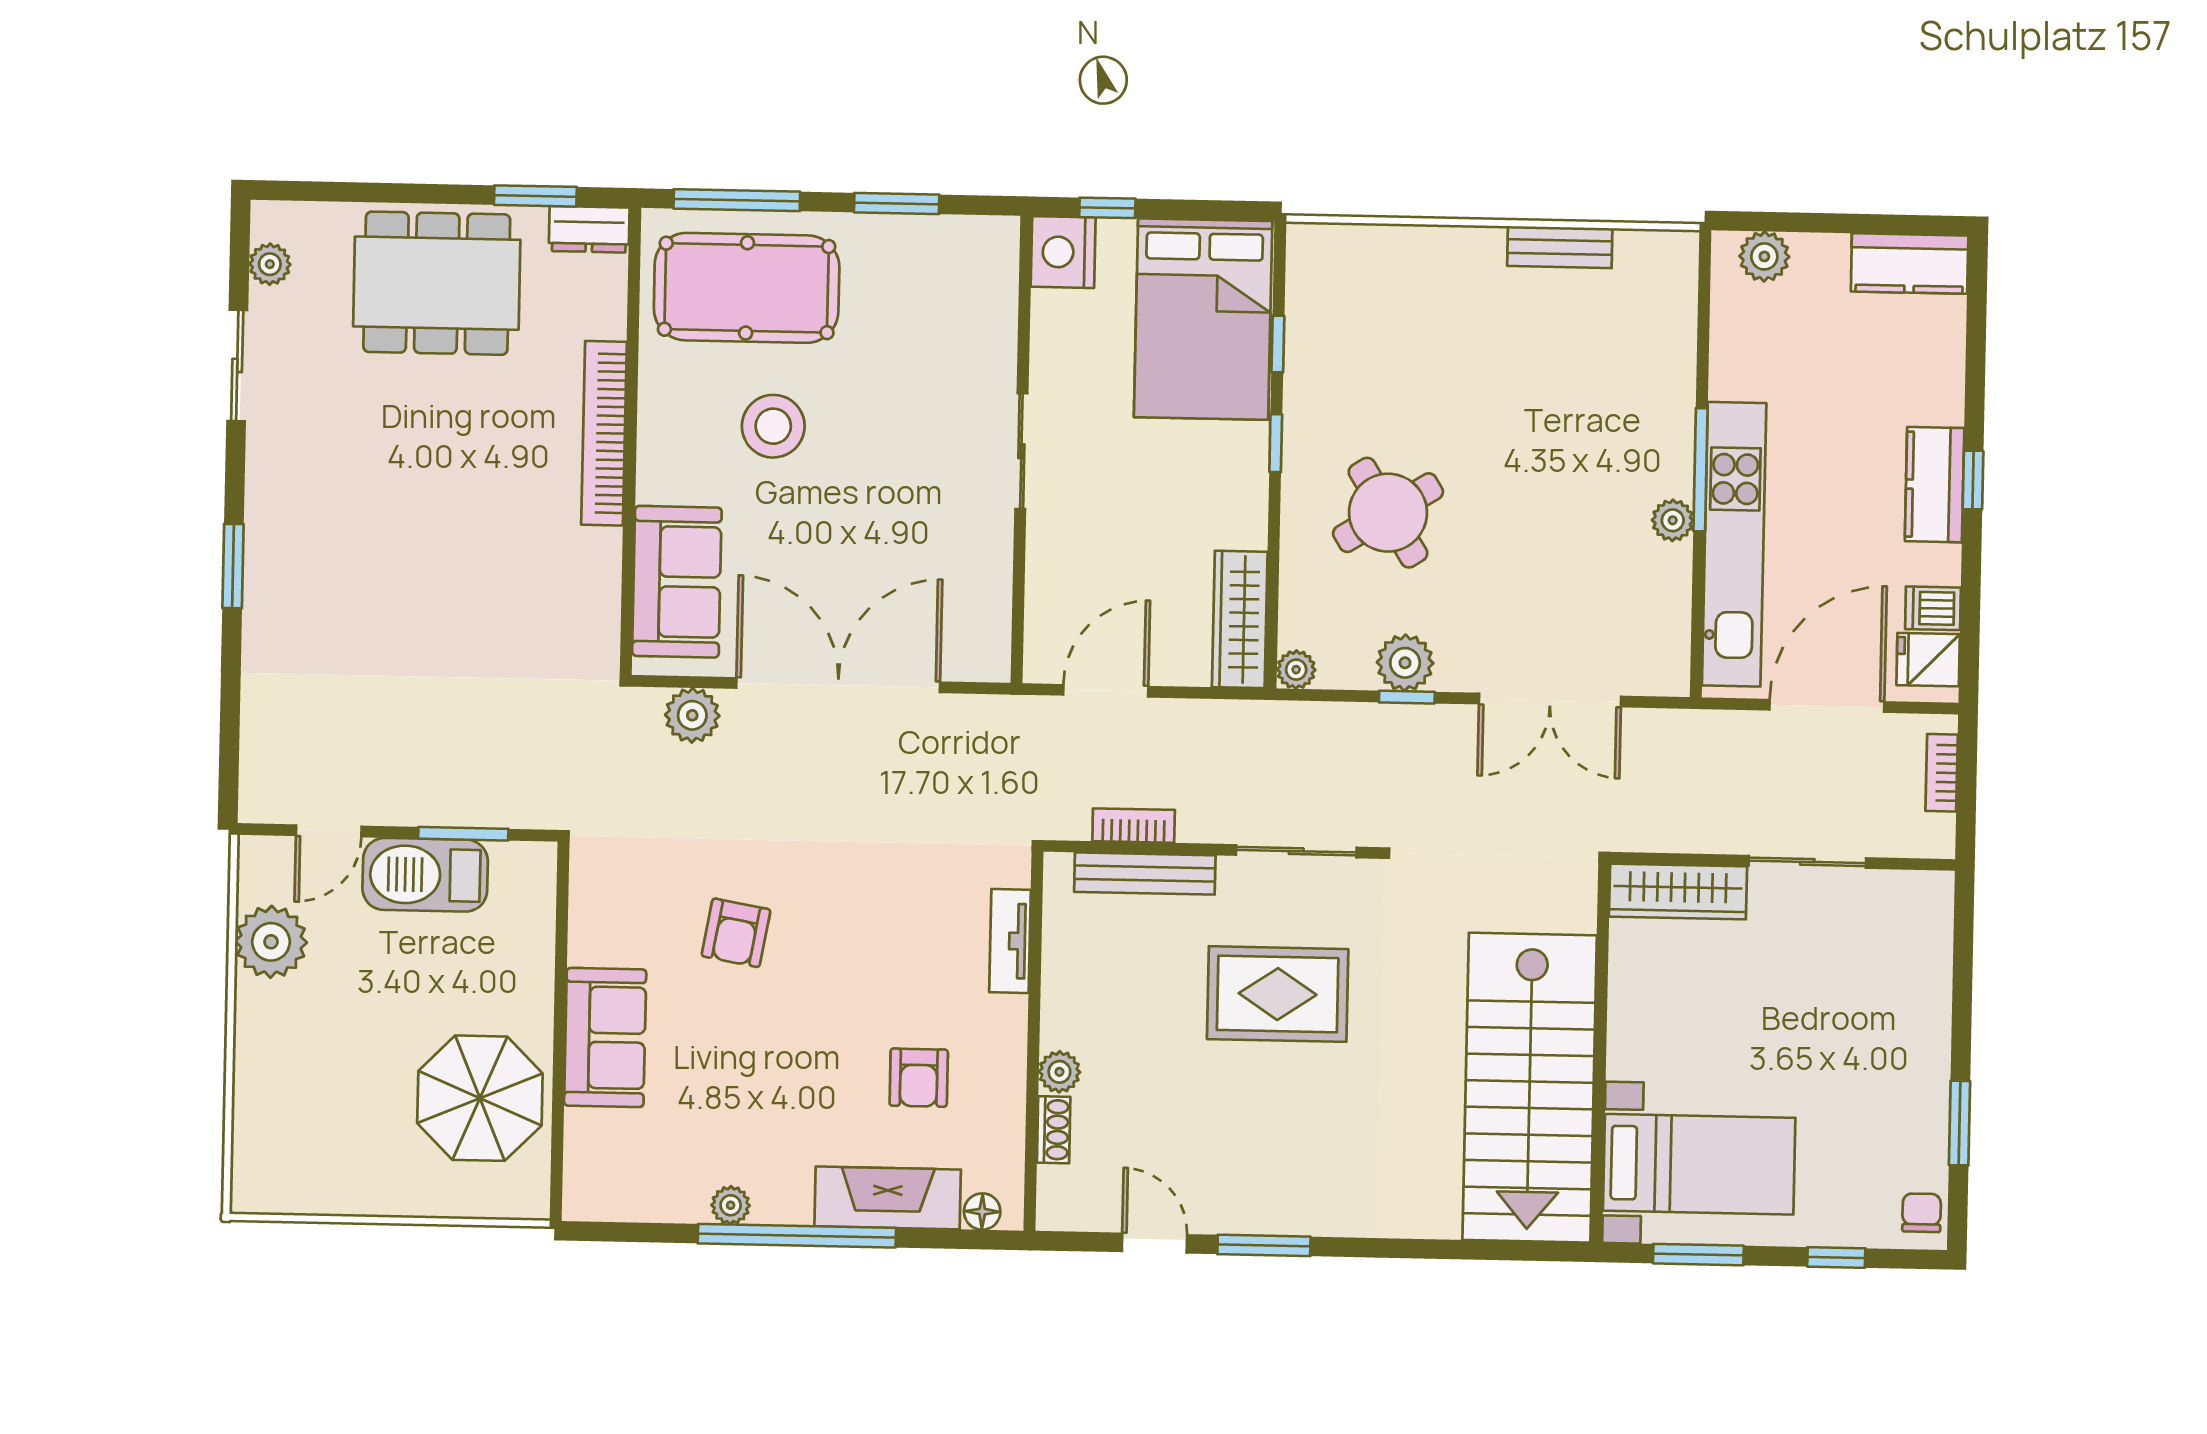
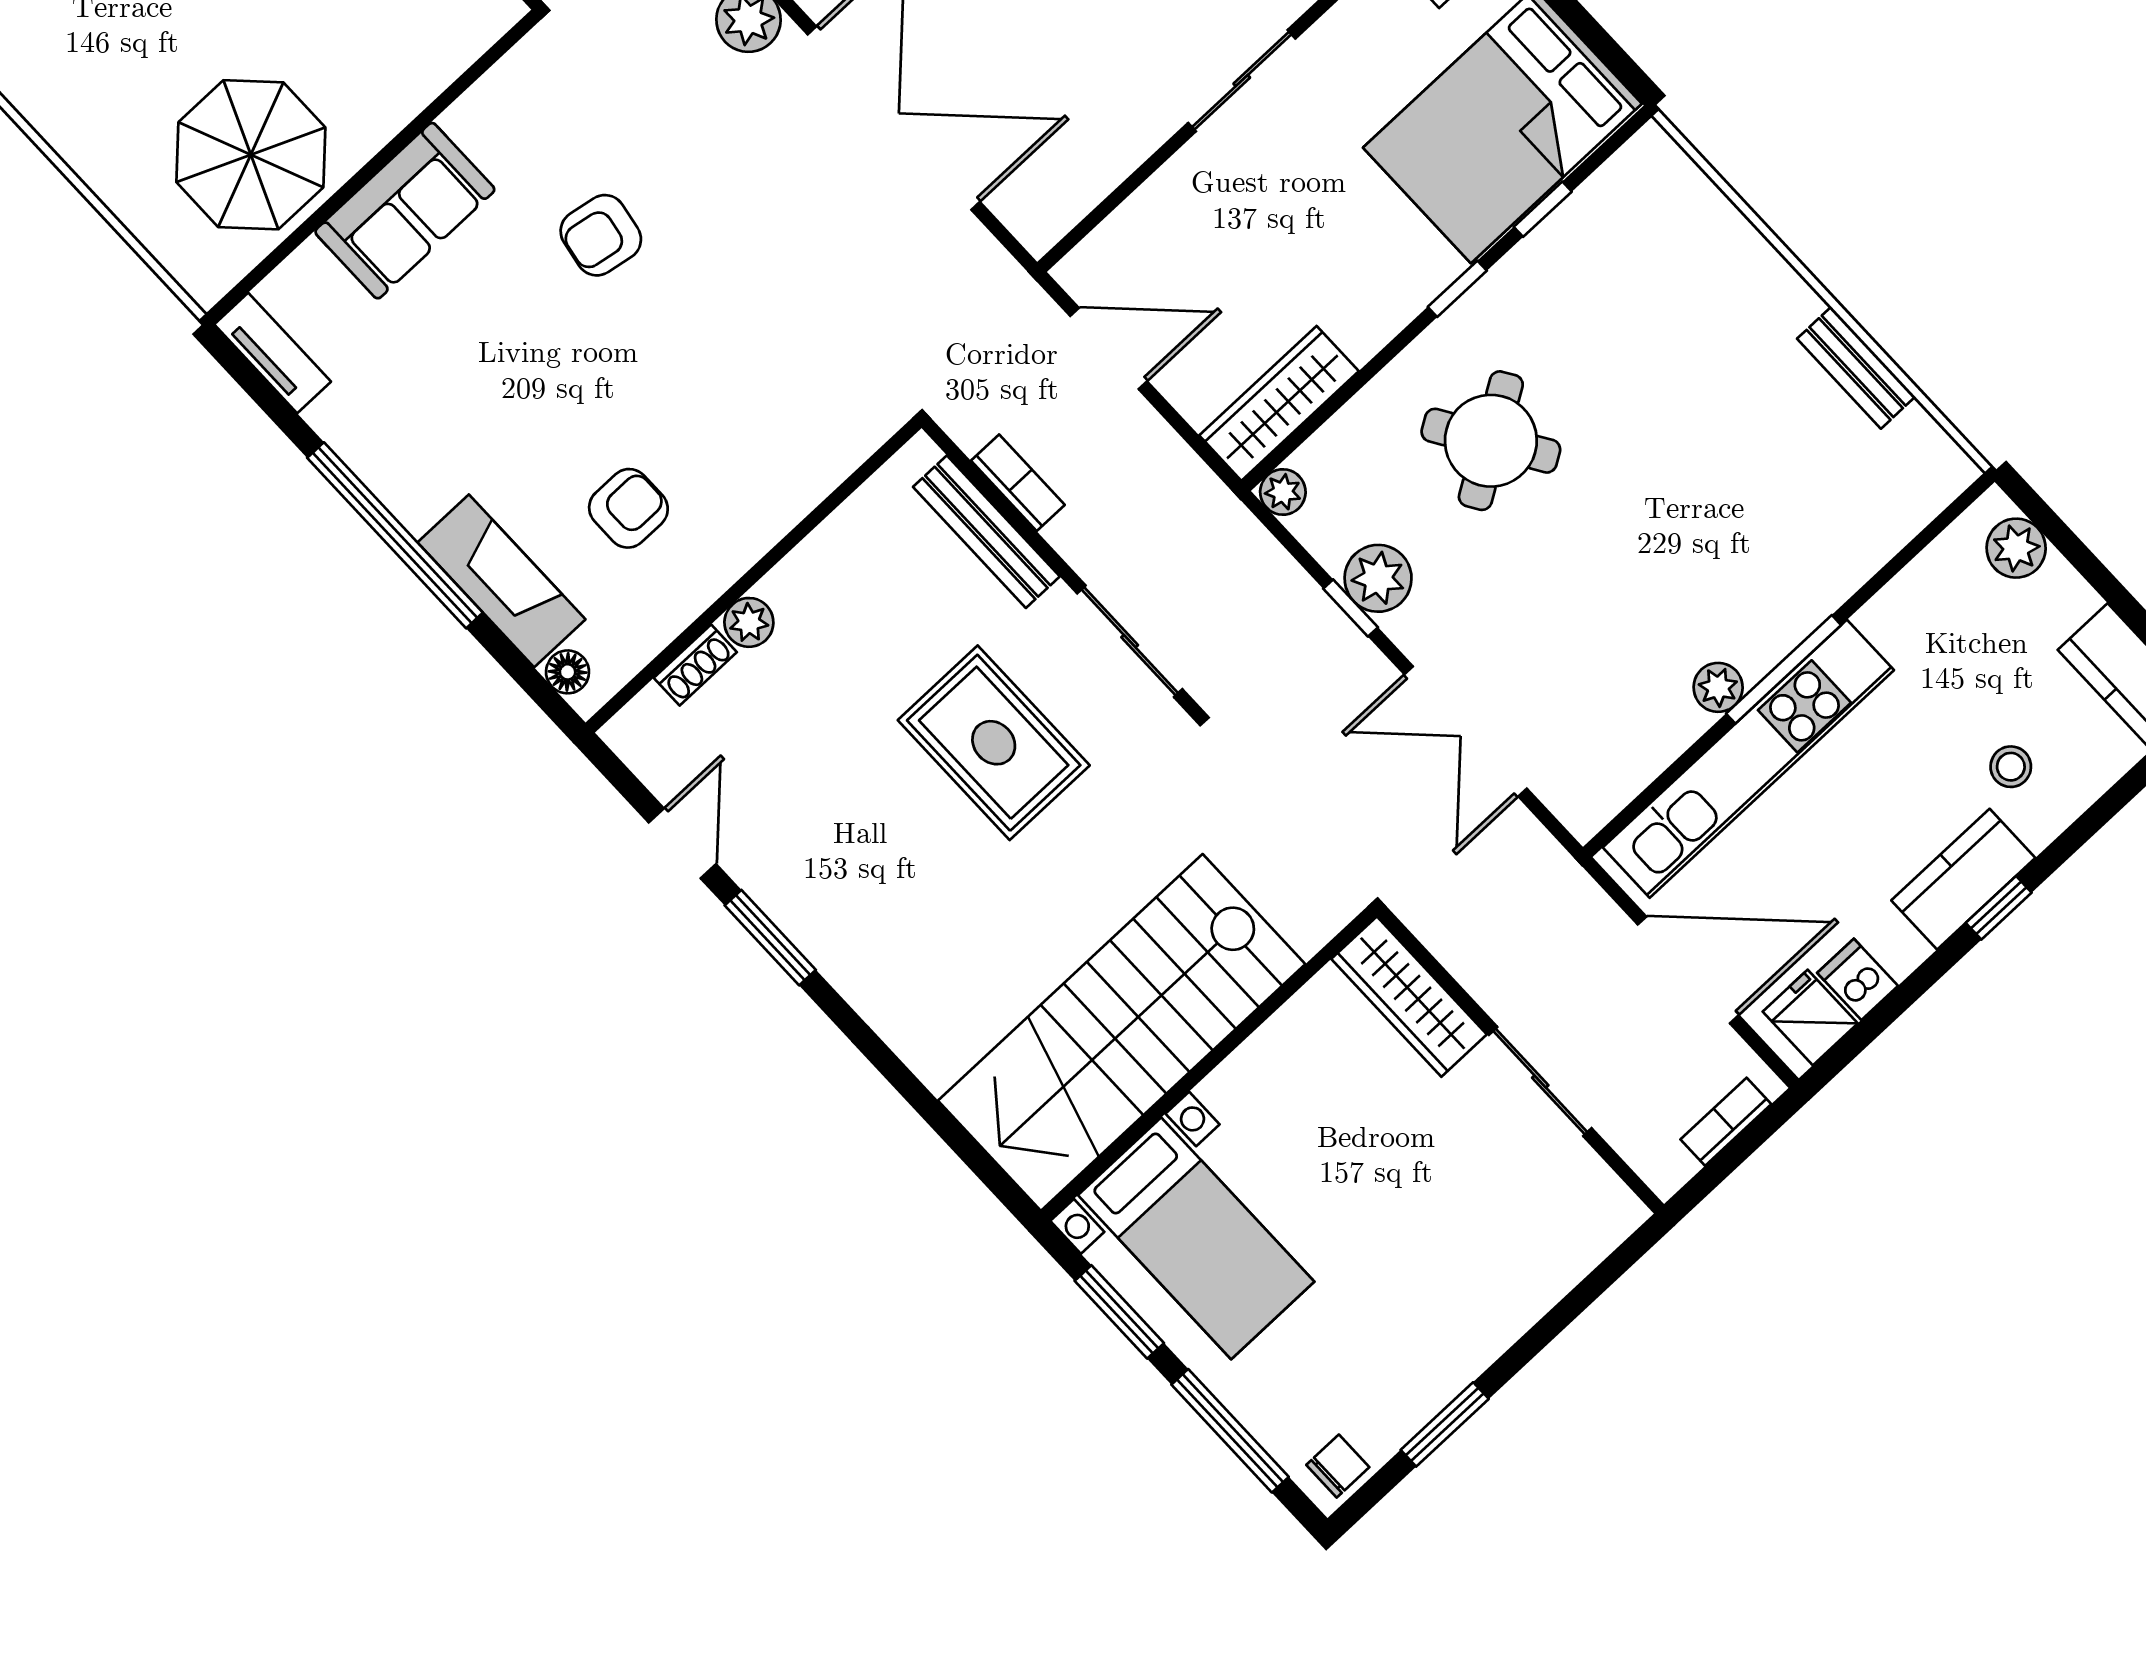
stool: (1894, 389) -> (2011, 767), added
tv unit: (1010, 941) -> (273, 353), moved, turned 90
armchair: (919, 1078) -> (628, 508), turned 180
plant: (731, 1205) -> (366, 454), removed
window: (1836, 1257) -> (1230, 1431), width x2.17

